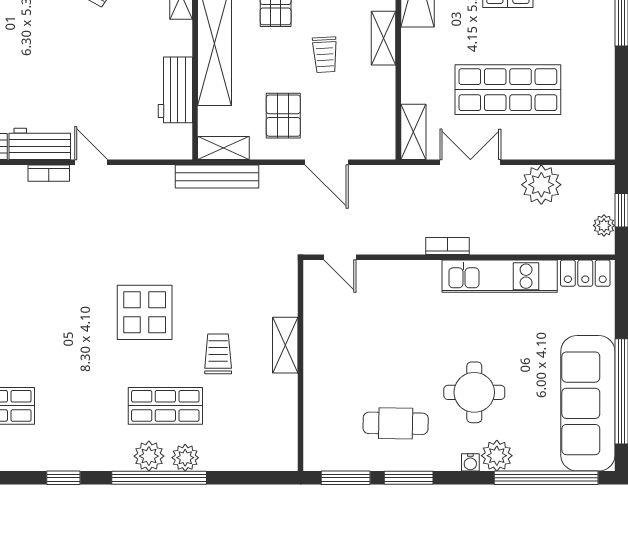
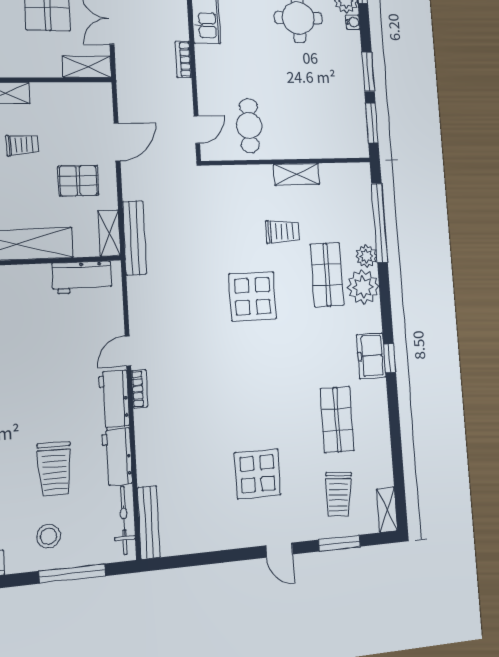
workbench: (175, 90) -> (82, 277), moved
bookcase: (448, 246) -> (183, 59), moved
shelving: (285, 345) -> (297, 174), moved
trolley: (218, 354) -> (282, 232), turned 180
cafe table: (396, 423) -> (249, 126), moved
freezer: (68, 454) -> (371, 356), added
plant: (149, 456) -> (363, 287), width x1.36, depth x1.36
window: (159, 478) -> (379, 223), moved

